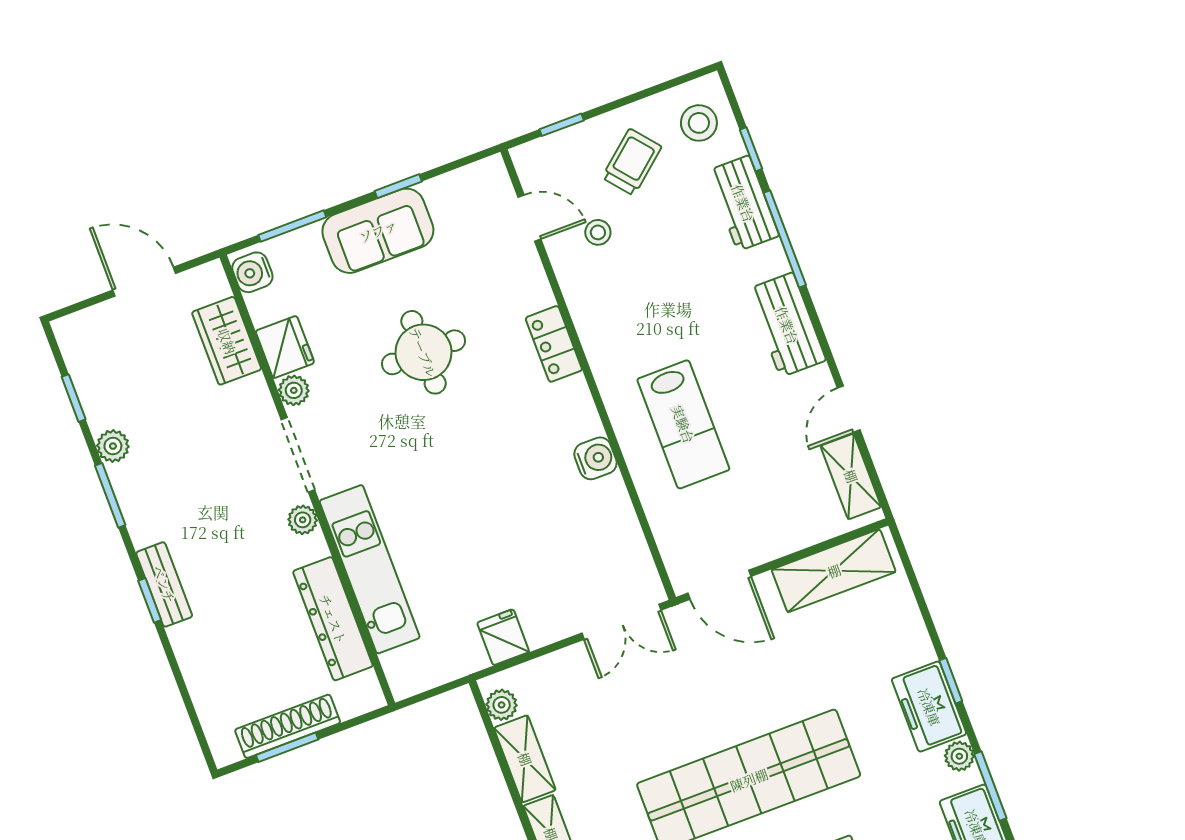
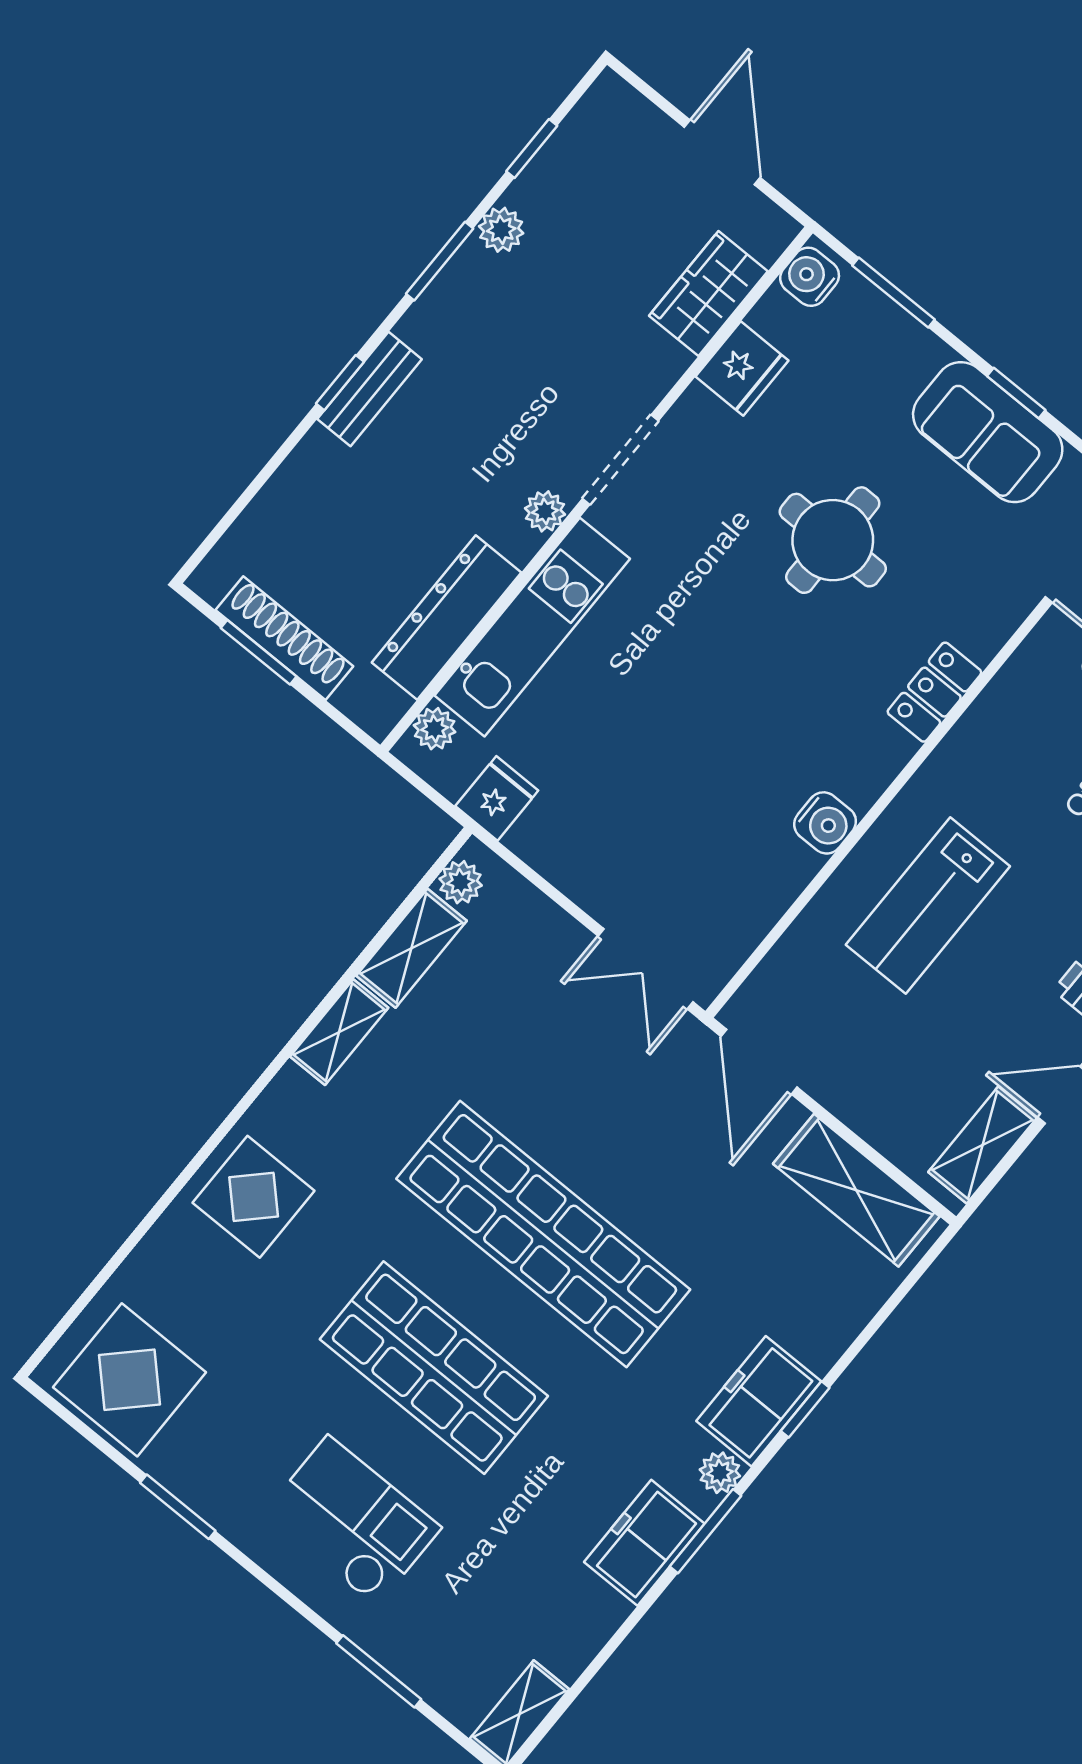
sofa: (378, 231) -> (988, 432), moved
plant: (294, 390) -> (435, 729), moved
fridge: (503, 637) -> (497, 798), moved

